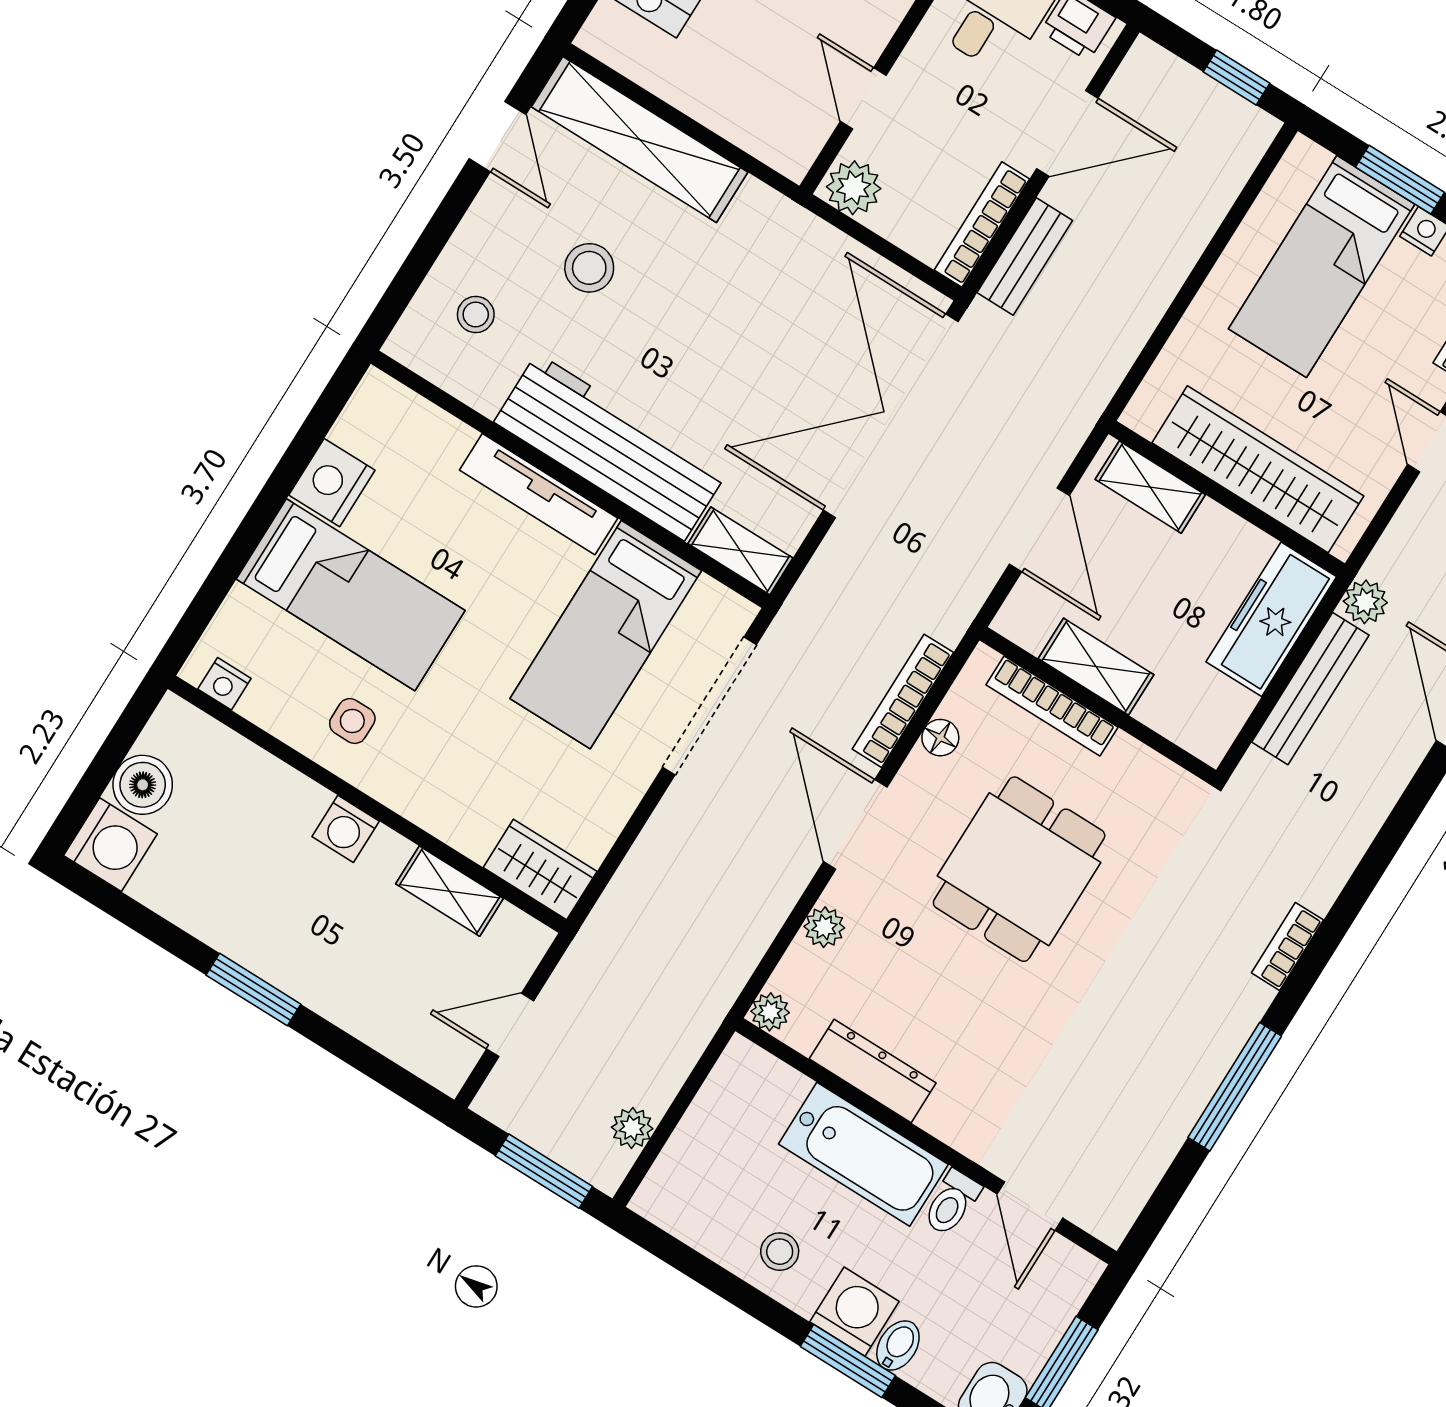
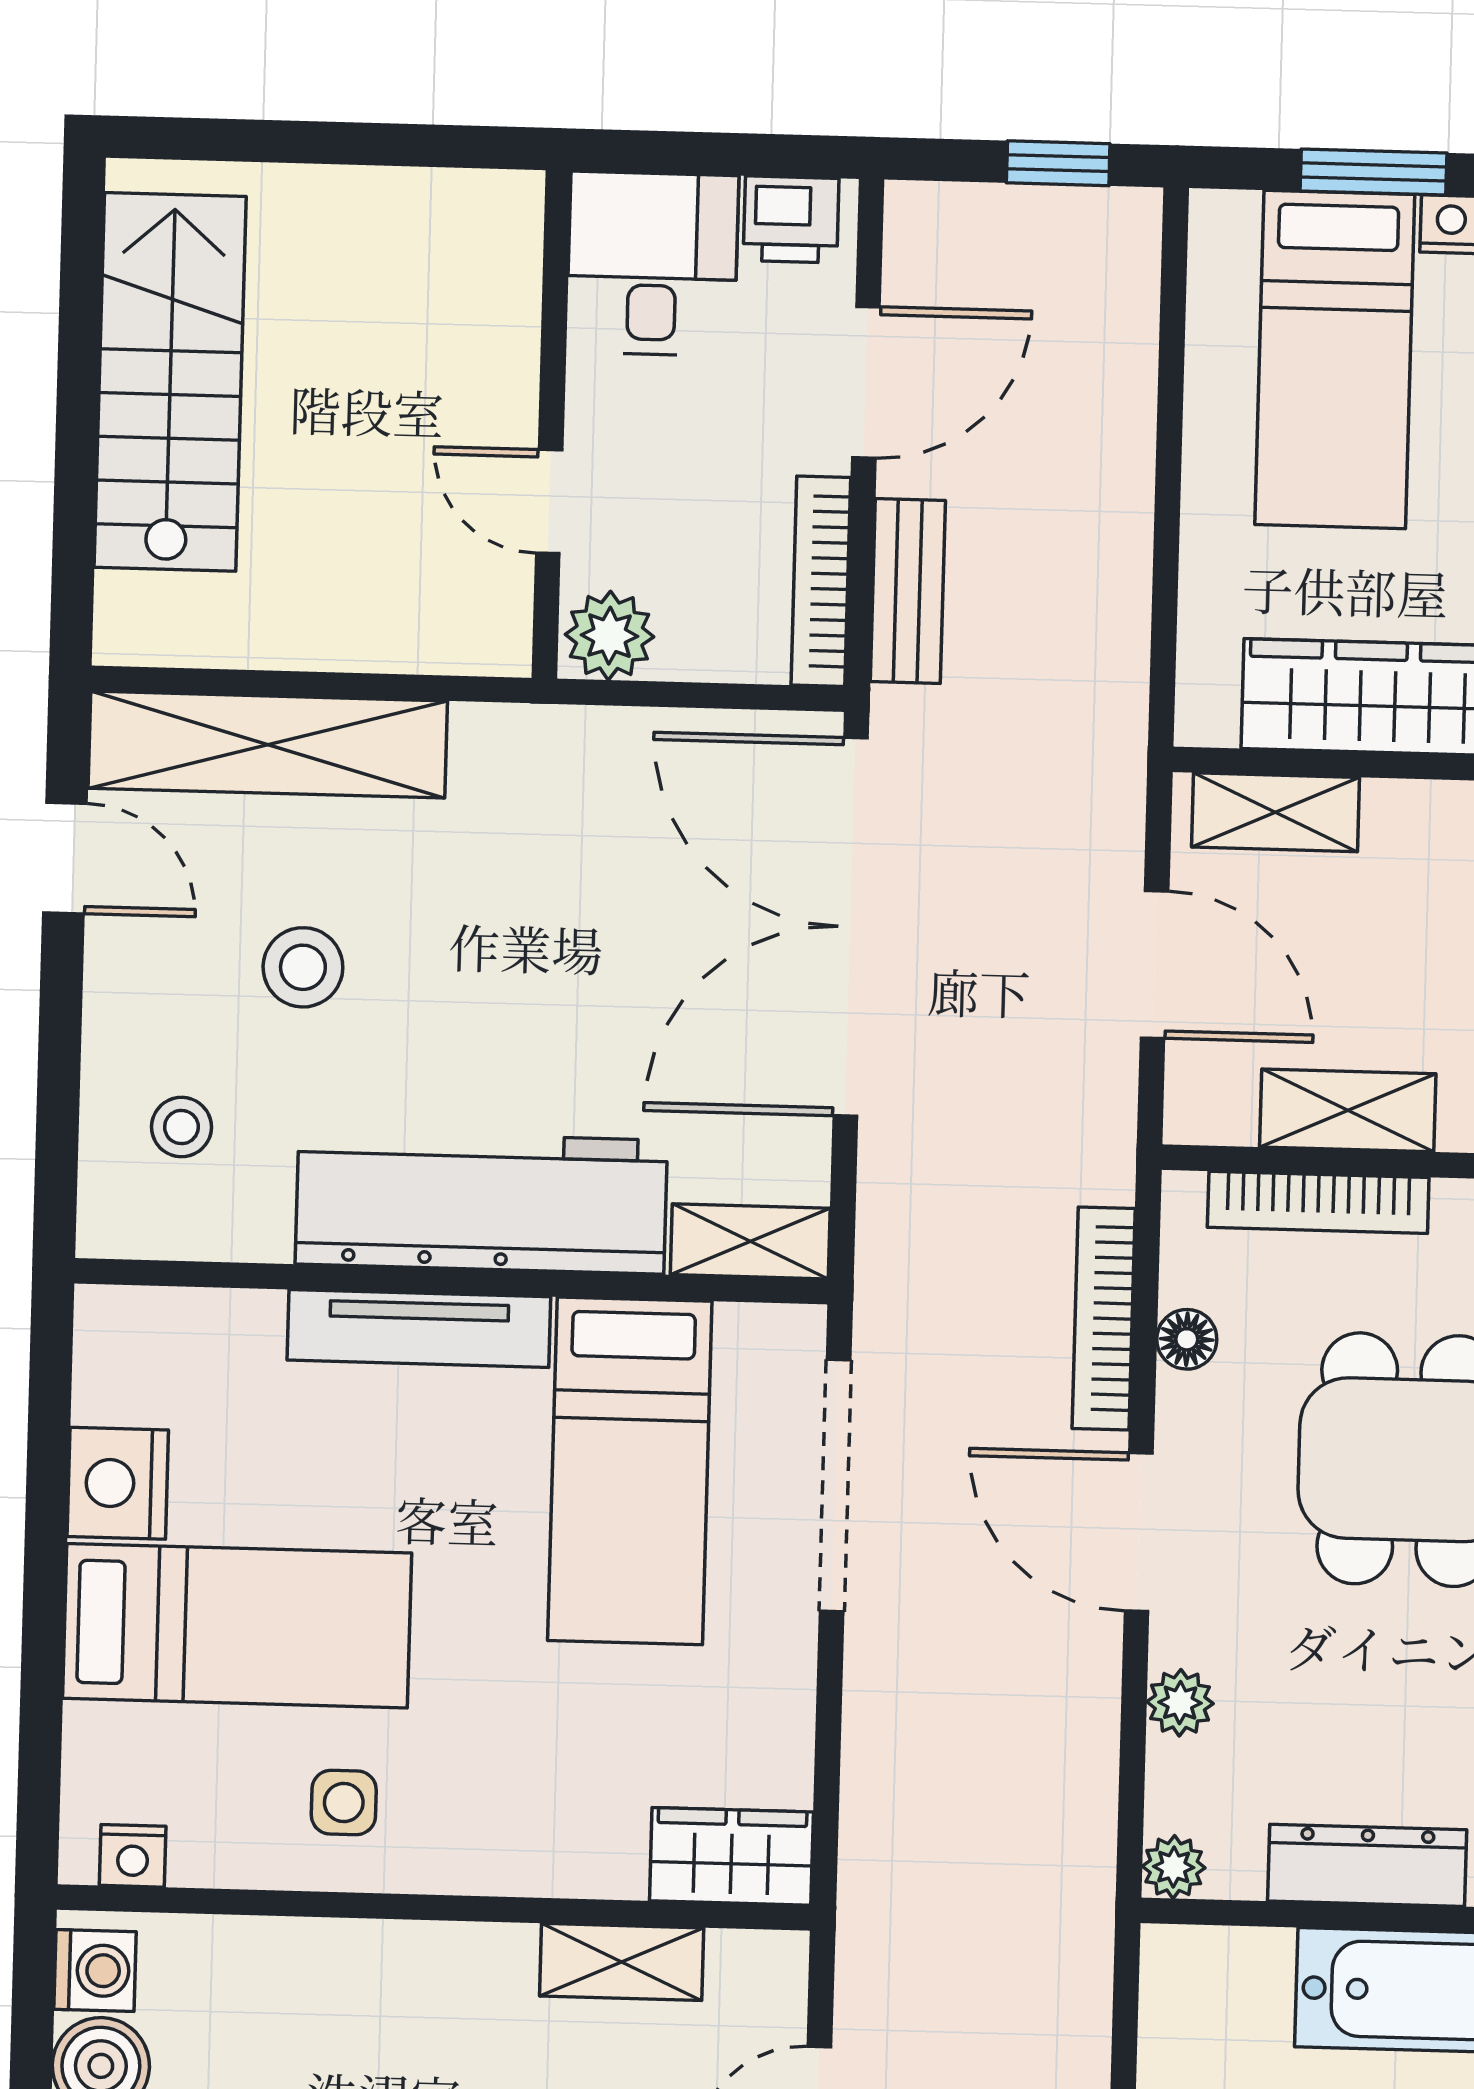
washing machine: (346, 829) -> (95, 1970), moved, turned -90

